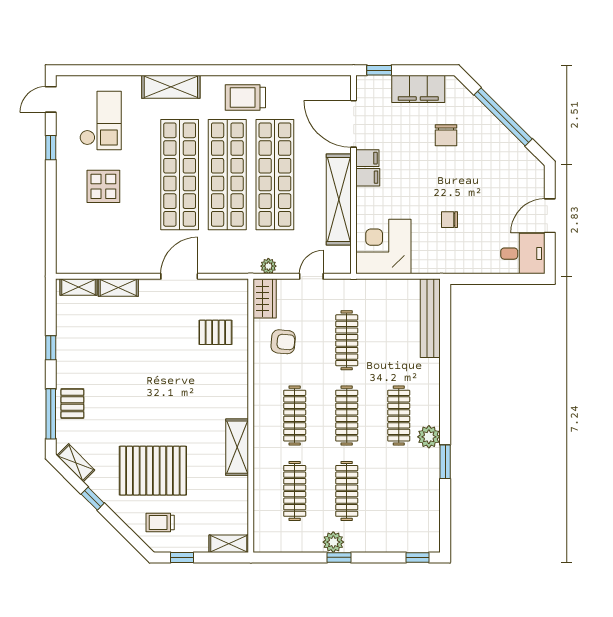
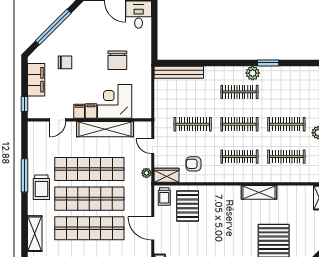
window: (264, 70) -> (24, 175), added
door: (354, 124) -> (58, 120), width x0.53
chair: (449, 220) -> (117, 60), width x1.87, depth x1.87
corner desk: (383, 246) -> (115, 101), moved, turned 90
pallet: (215, 332) -> (188, 206), width x1.50, depth x1.42
armchair: (283, 342) -> (193, 164), turned -95
trolley: (160, 523) -> (164, 197), moved

